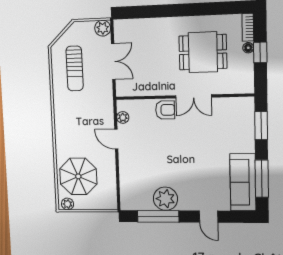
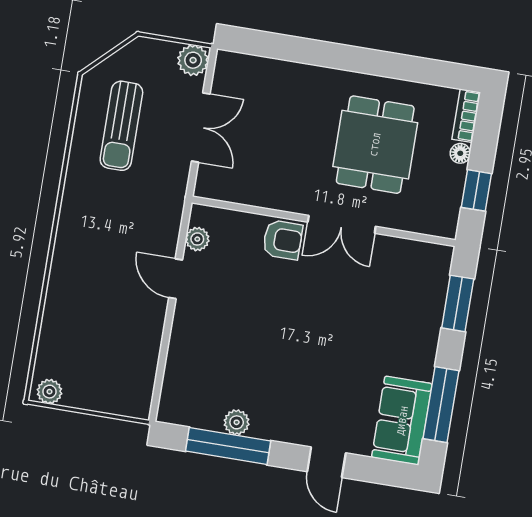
dining table: (203, 52) -> (375, 145), turned 90
window: (260, 52) -> (476, 190), moved
parasol: (78, 176) -> (84, 339), removed
sofa: (243, 182) -> (402, 421), width x0.73
plant: (165, 199) -> (237, 422), width x0.53, depth x0.53

